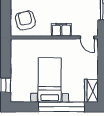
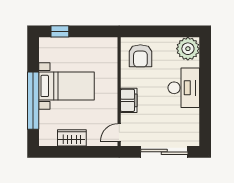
armchair: (25, 20) -> (140, 56), turned 104
wardrobe: (92, 91) -> (72, 138), moved

